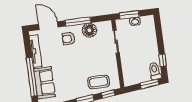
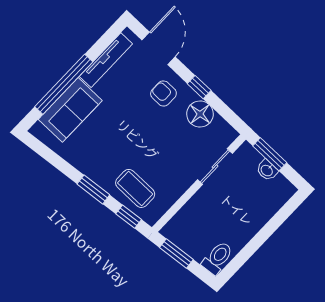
window: (78, 22) -> (199, 87), width x0.46
window: (163, 60) -> (243, 257), removed
window: (150, 84) -> (176, 254), moved

